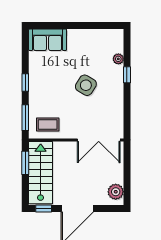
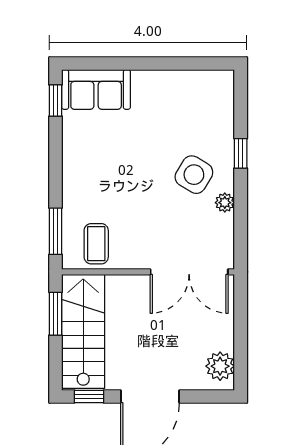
plant: (118, 59) -> (225, 203), moved
window: (25, 82) -> (56, 101), moved
side table: (86, 85) -> (194, 175), moved
coffee table: (48, 125) -> (96, 244), turned 90

